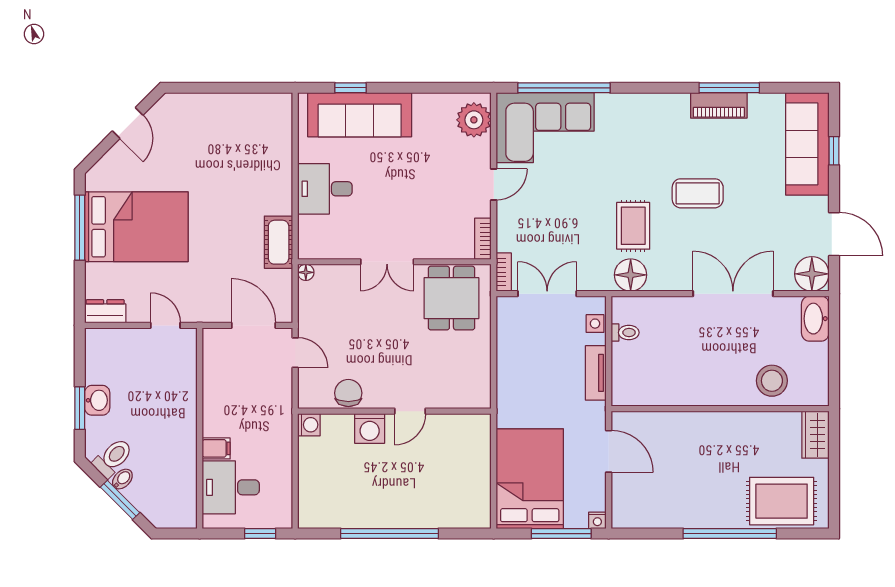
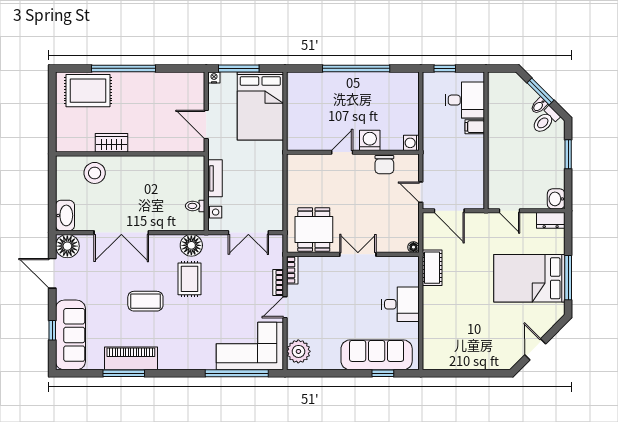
piano: (719, 105) -> (131, 358), width x1.37, depth x1.33
bookcase: (504, 272) -> (278, 283), moved
washbasin: (97, 400) -> (556, 199), moved
wardrobe: (815, 435) -> (111, 143), moved, turned -90

